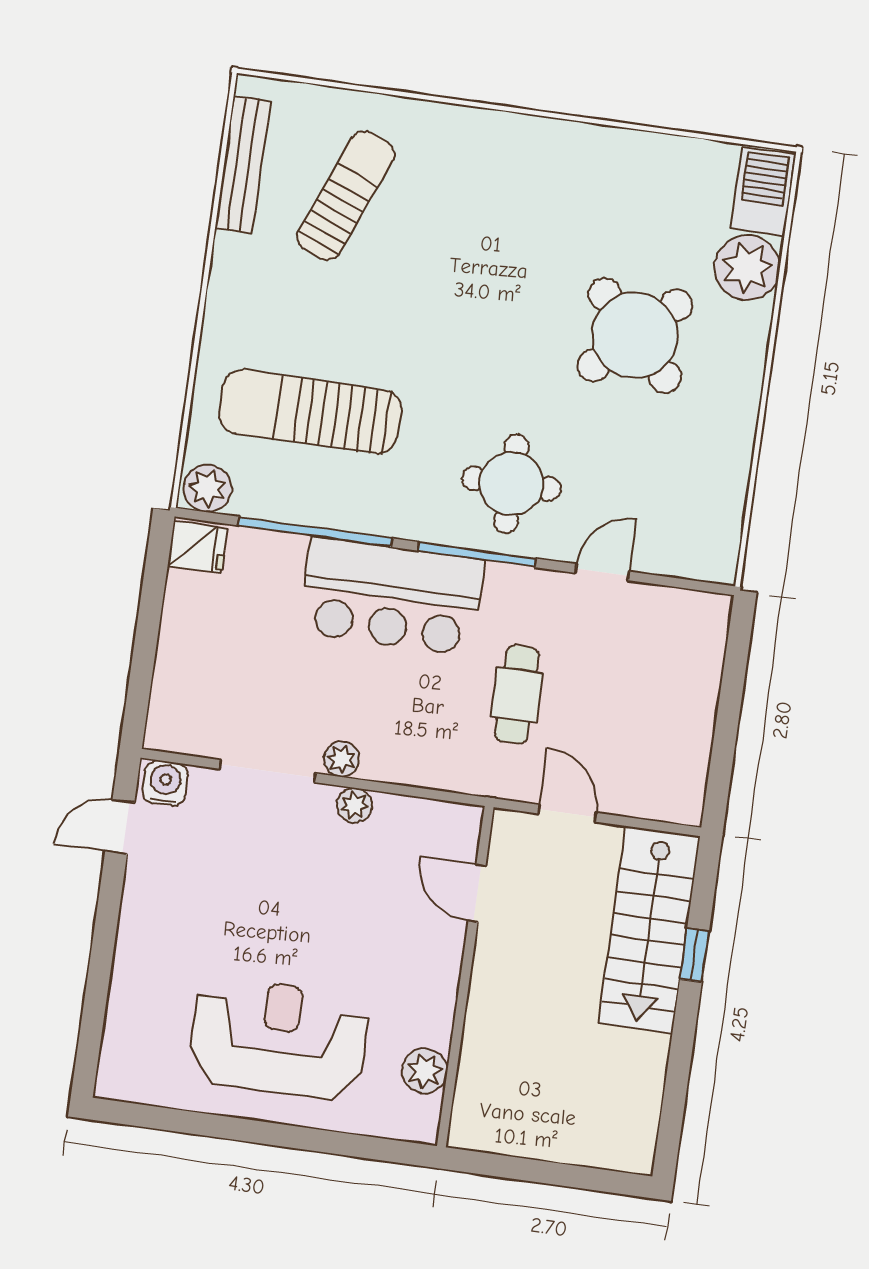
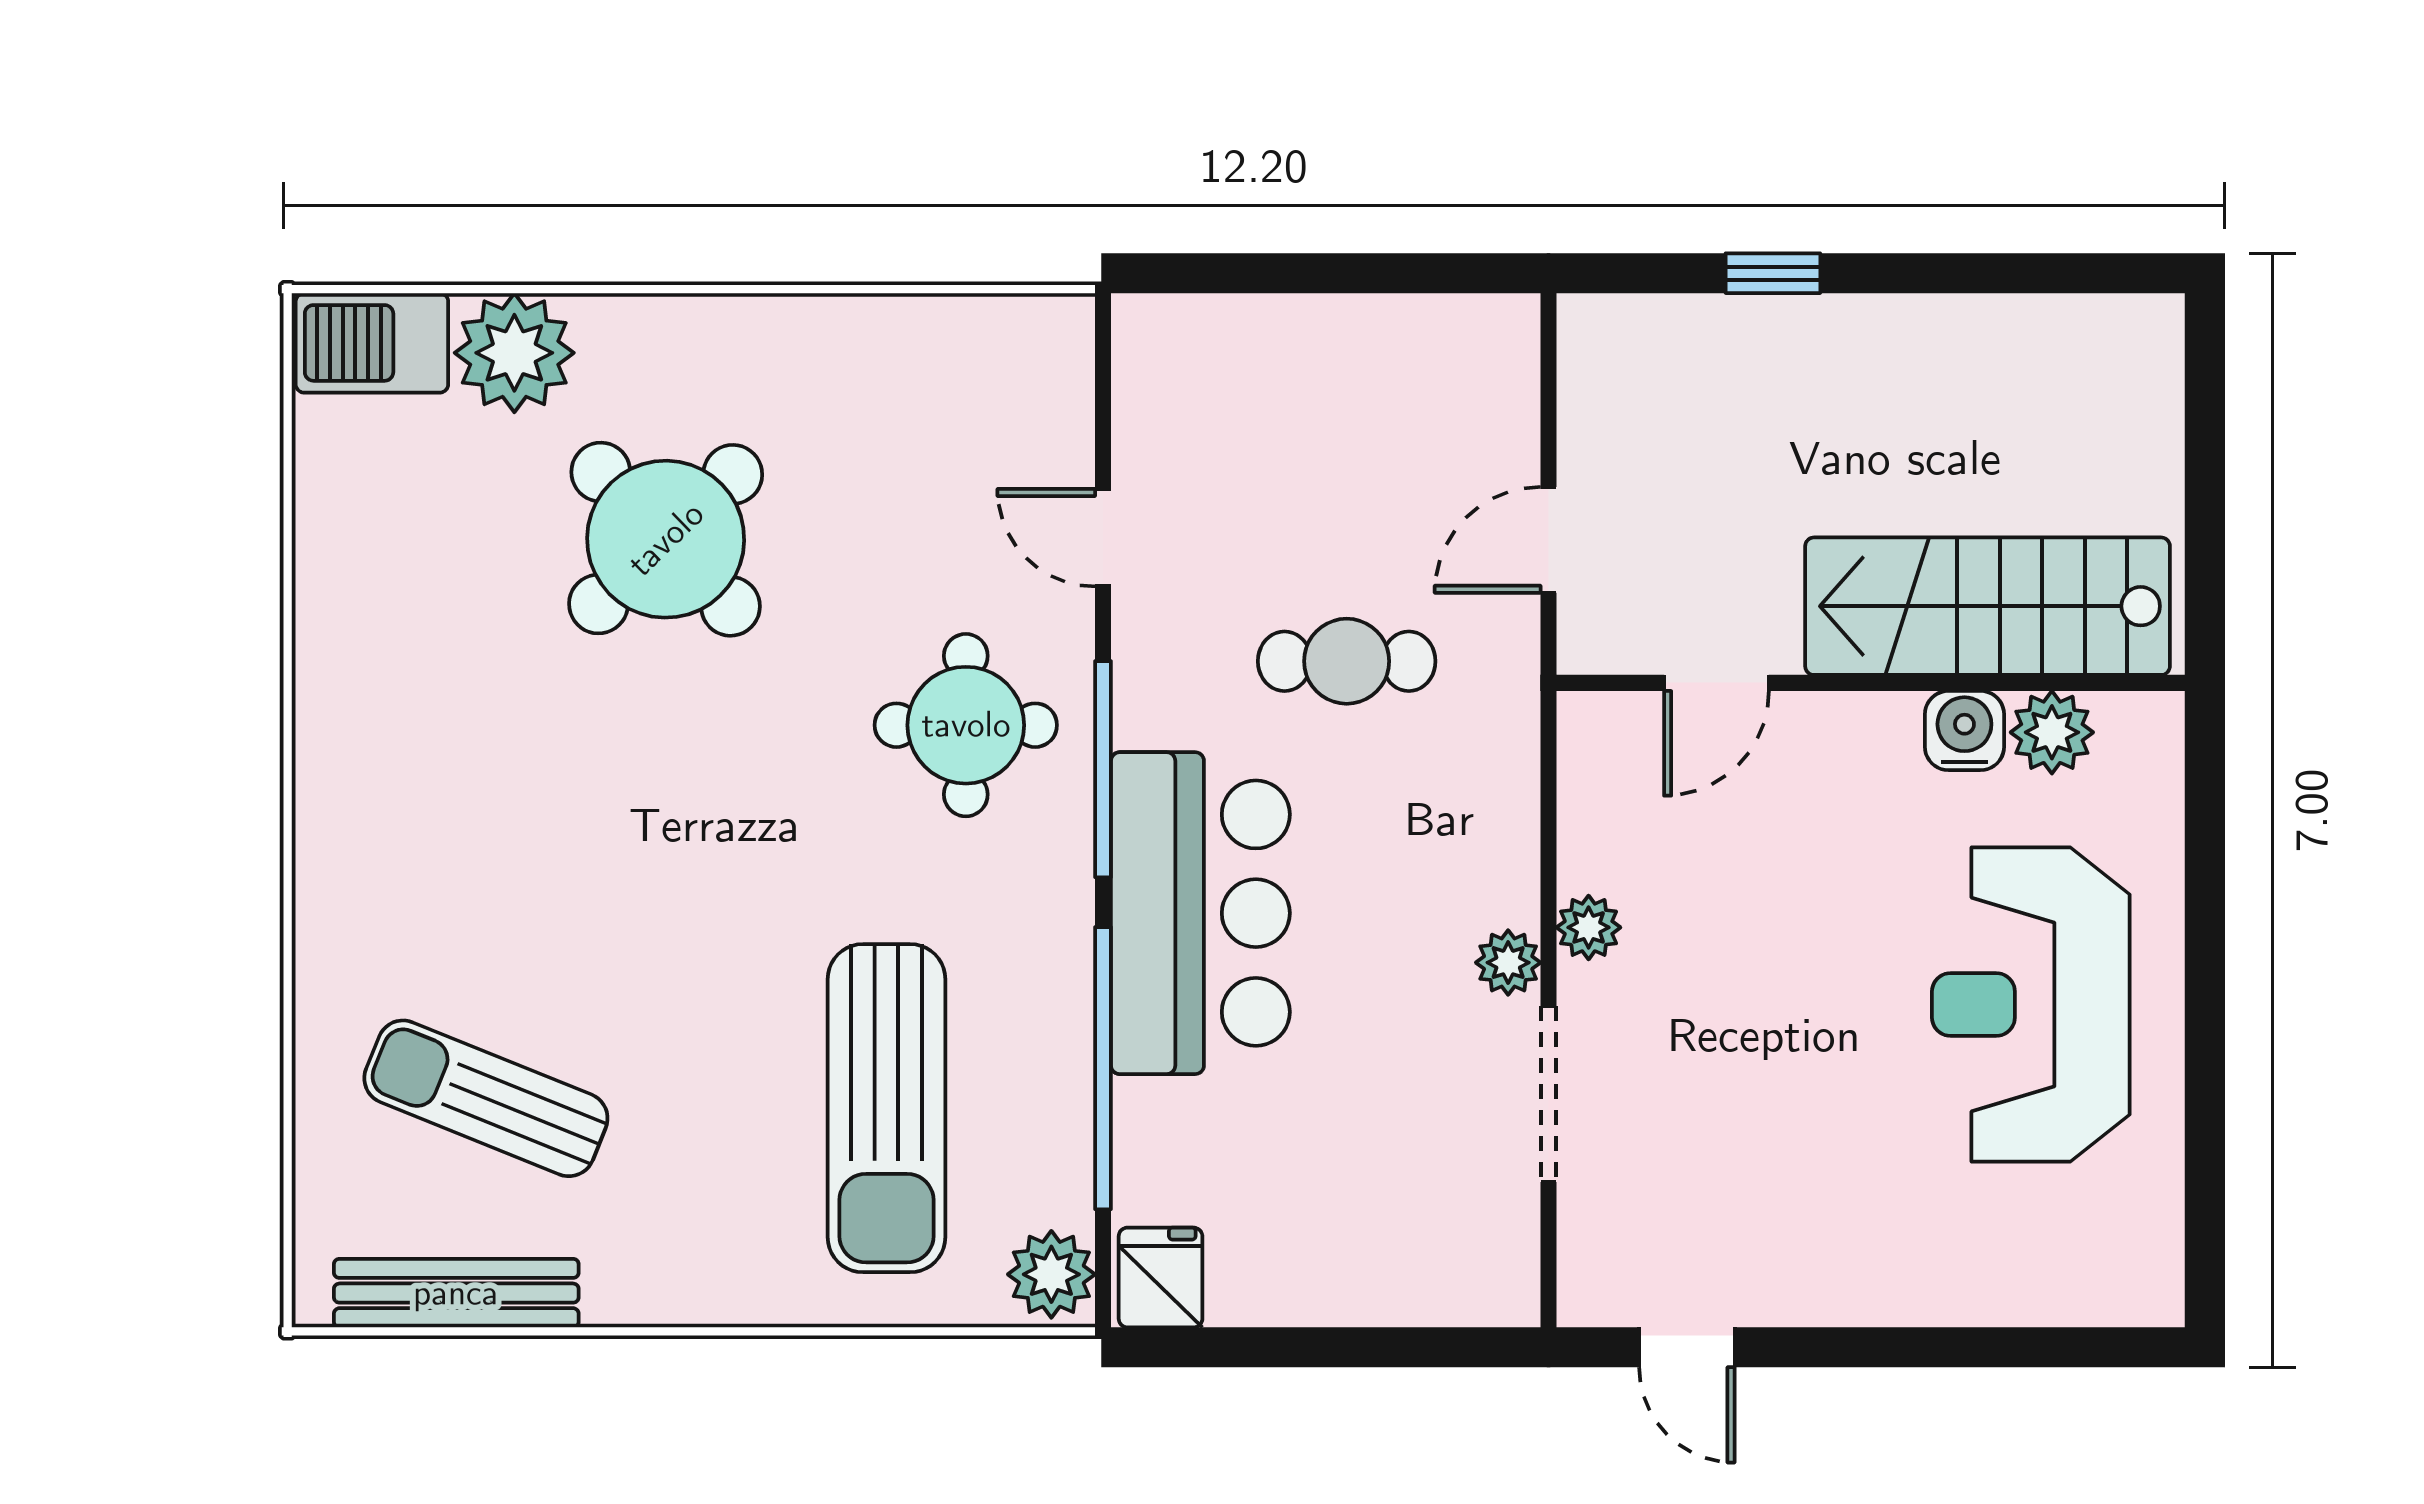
water cooler: (165, 783) -> (1964, 731), moved, turned 90
stairs: (649, 930) -> (1988, 606), moved, turned 180

